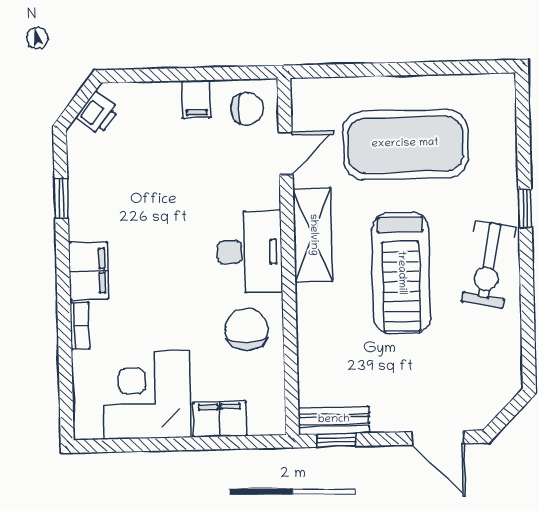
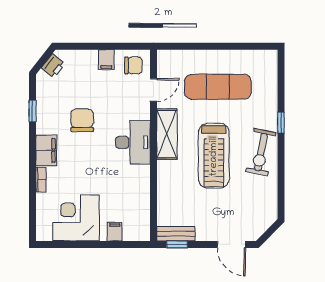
exercise mat: (405, 144) -> (218, 87), width x0.68
chair: (247, 329) -> (82, 120), moved
filing cabinet: (220, 419) -> (115, 232), width x0.50

